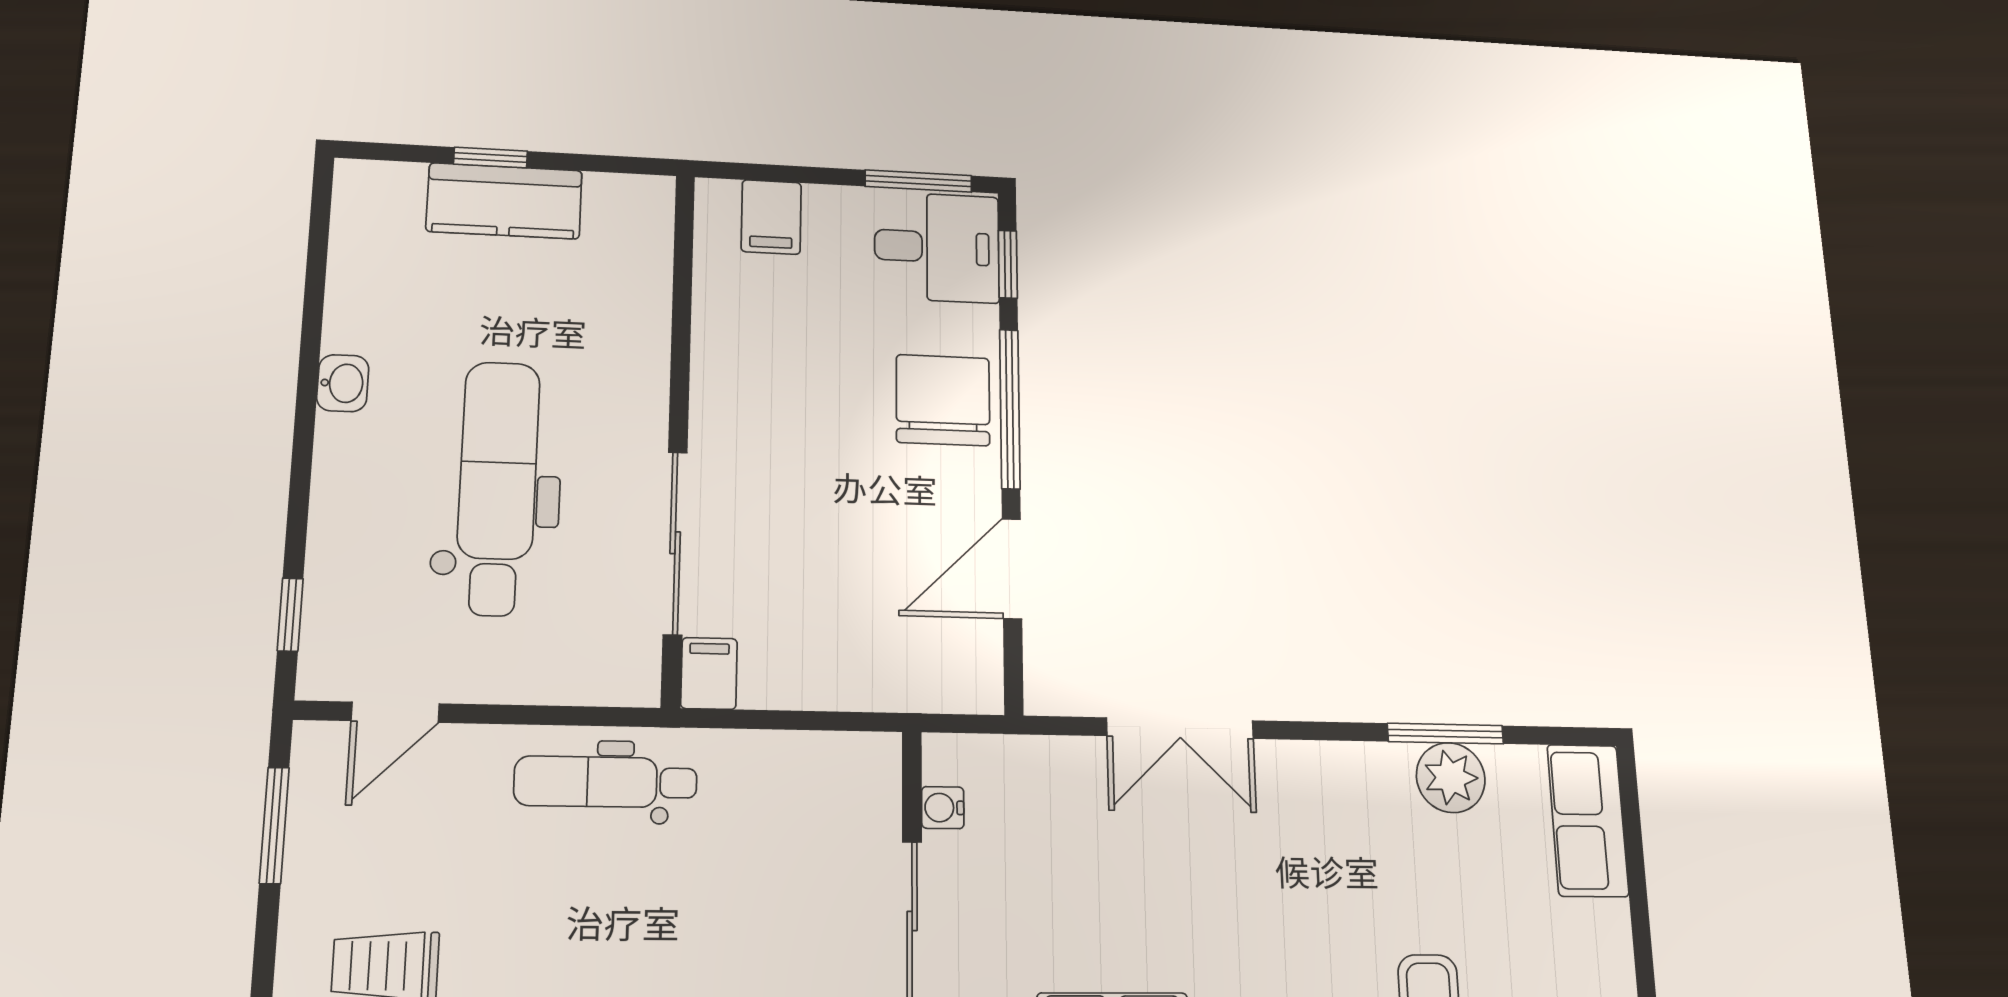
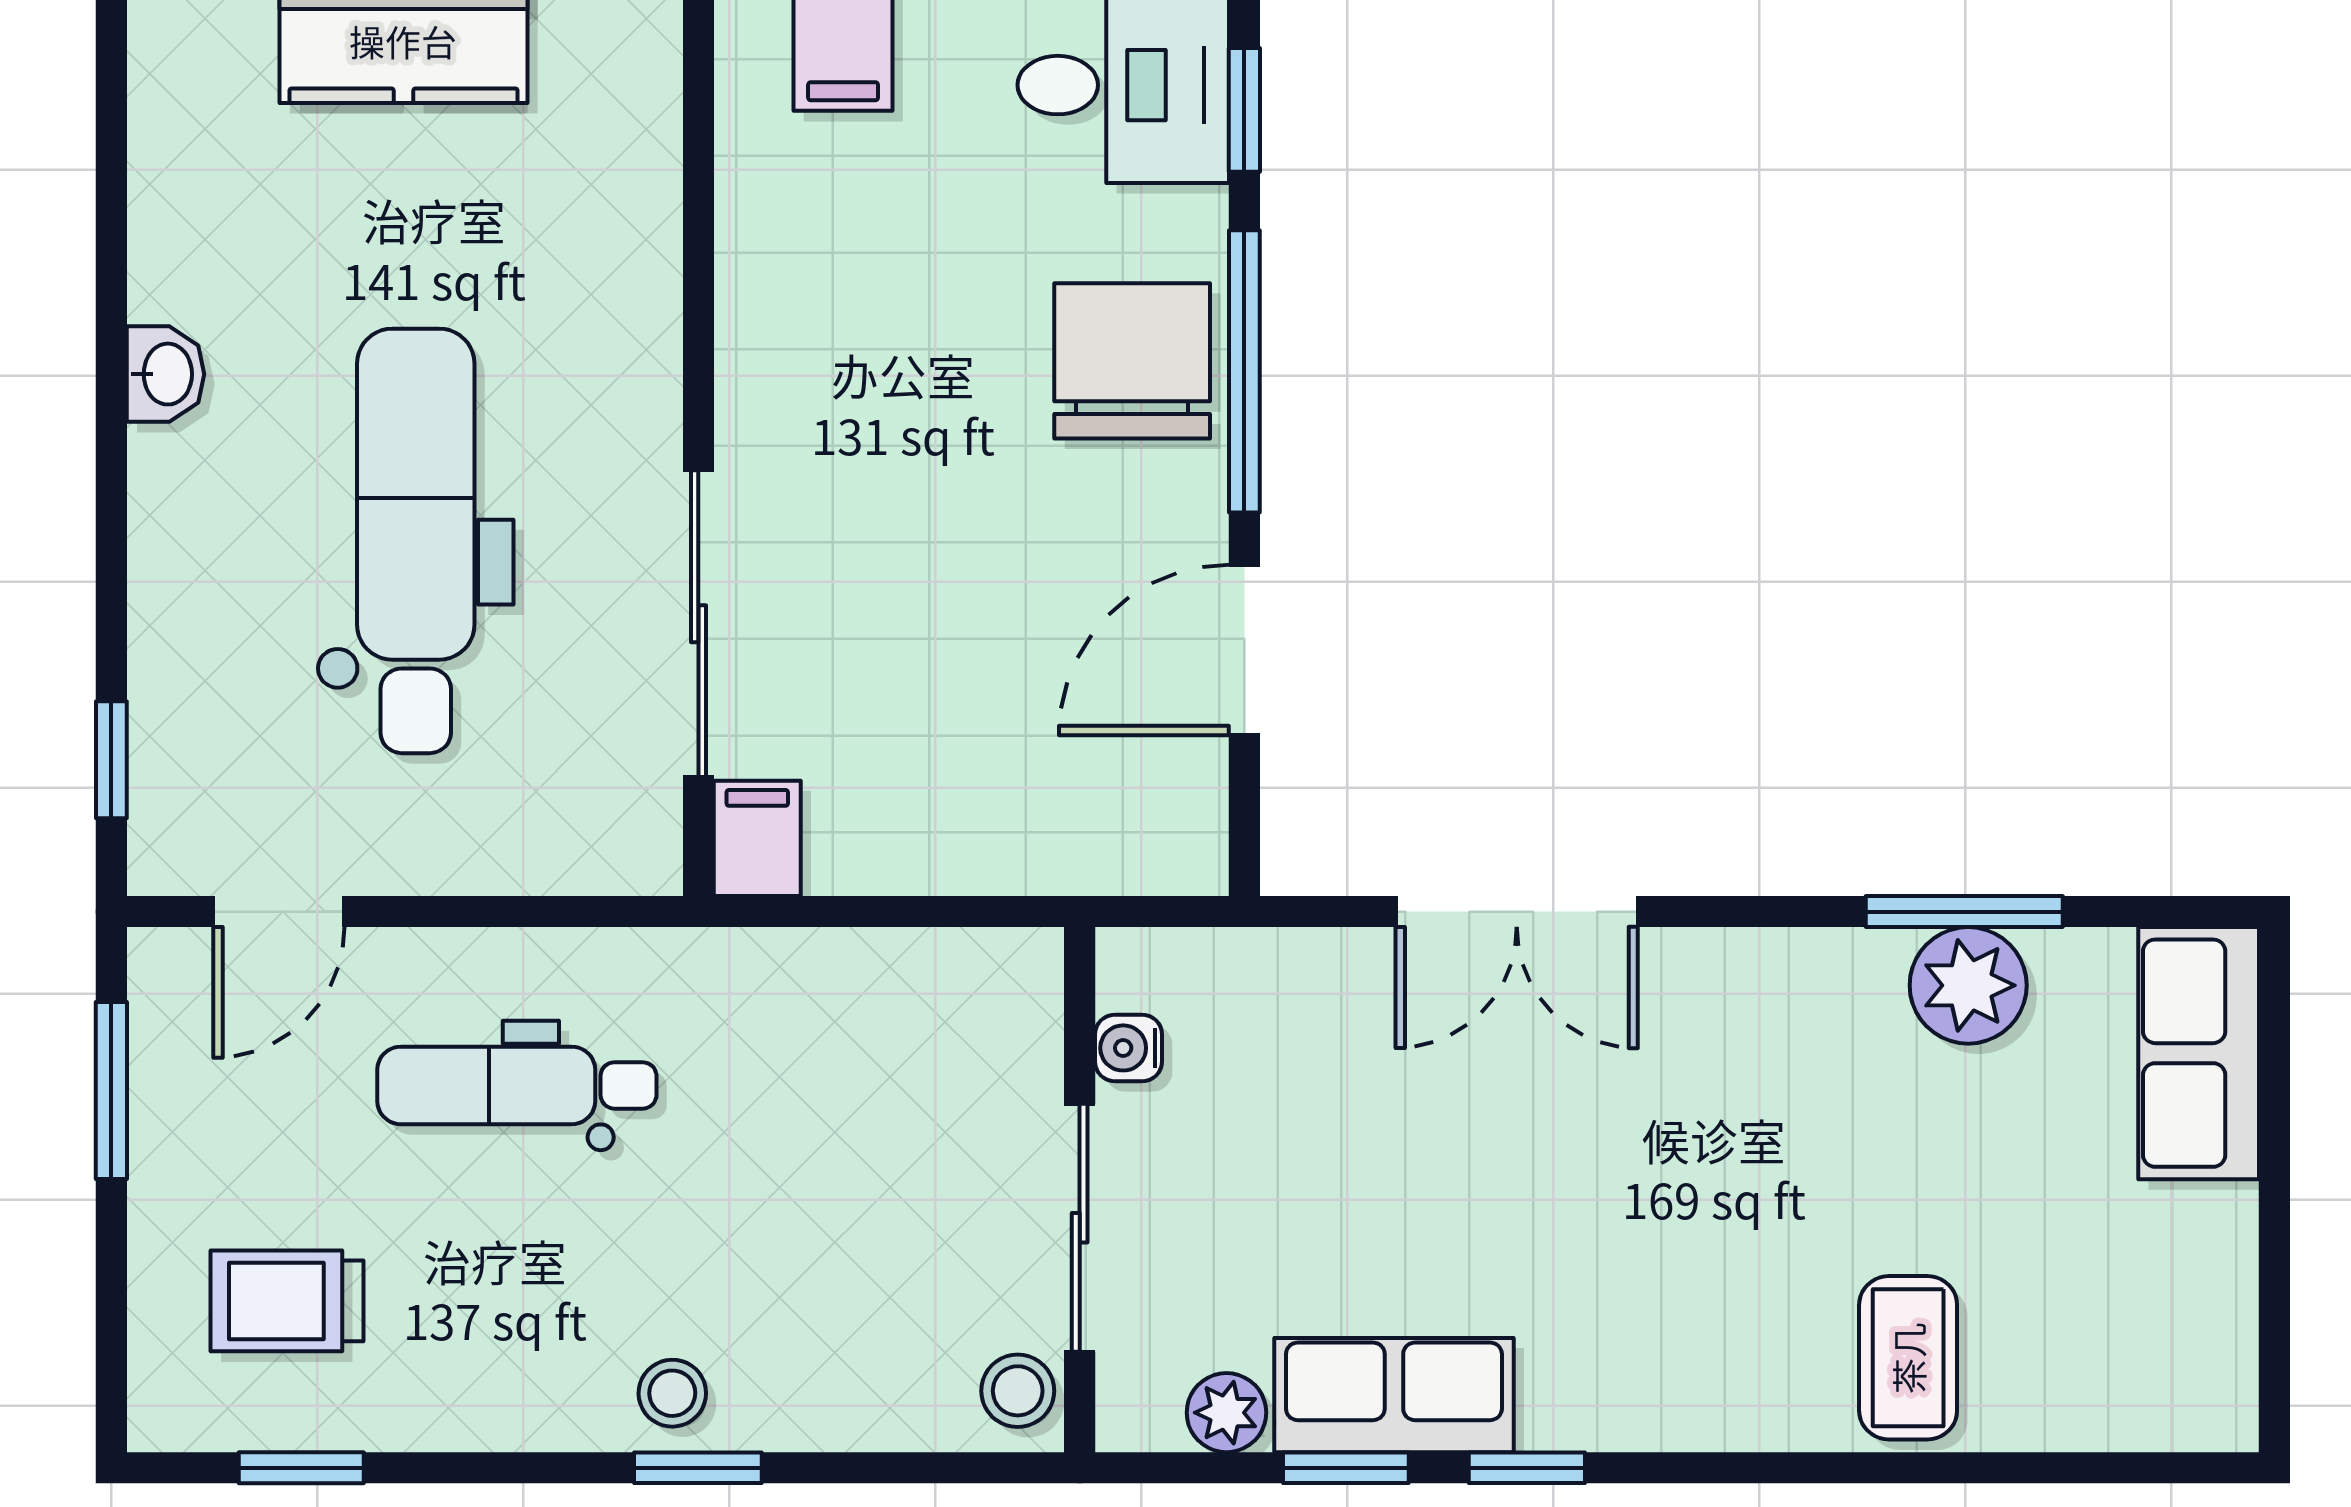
dental chair: (606, 782) -> (517, 1085), moved

